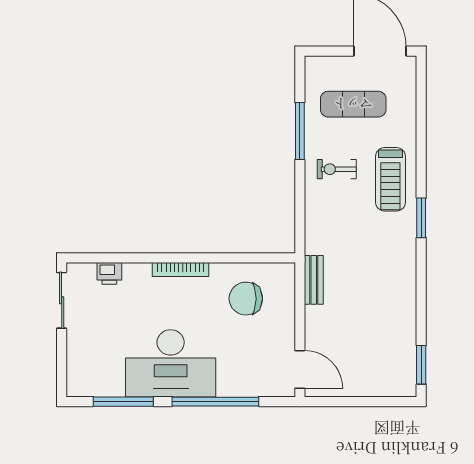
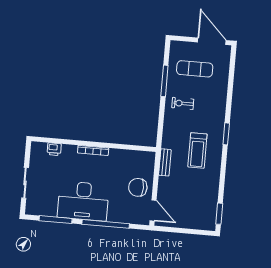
treadmill: (390, 179) -> (197, 150), moved
chair: (246, 299) -> (138, 187), moved
sliding door: (62, 300) -> (25, 183), moved

